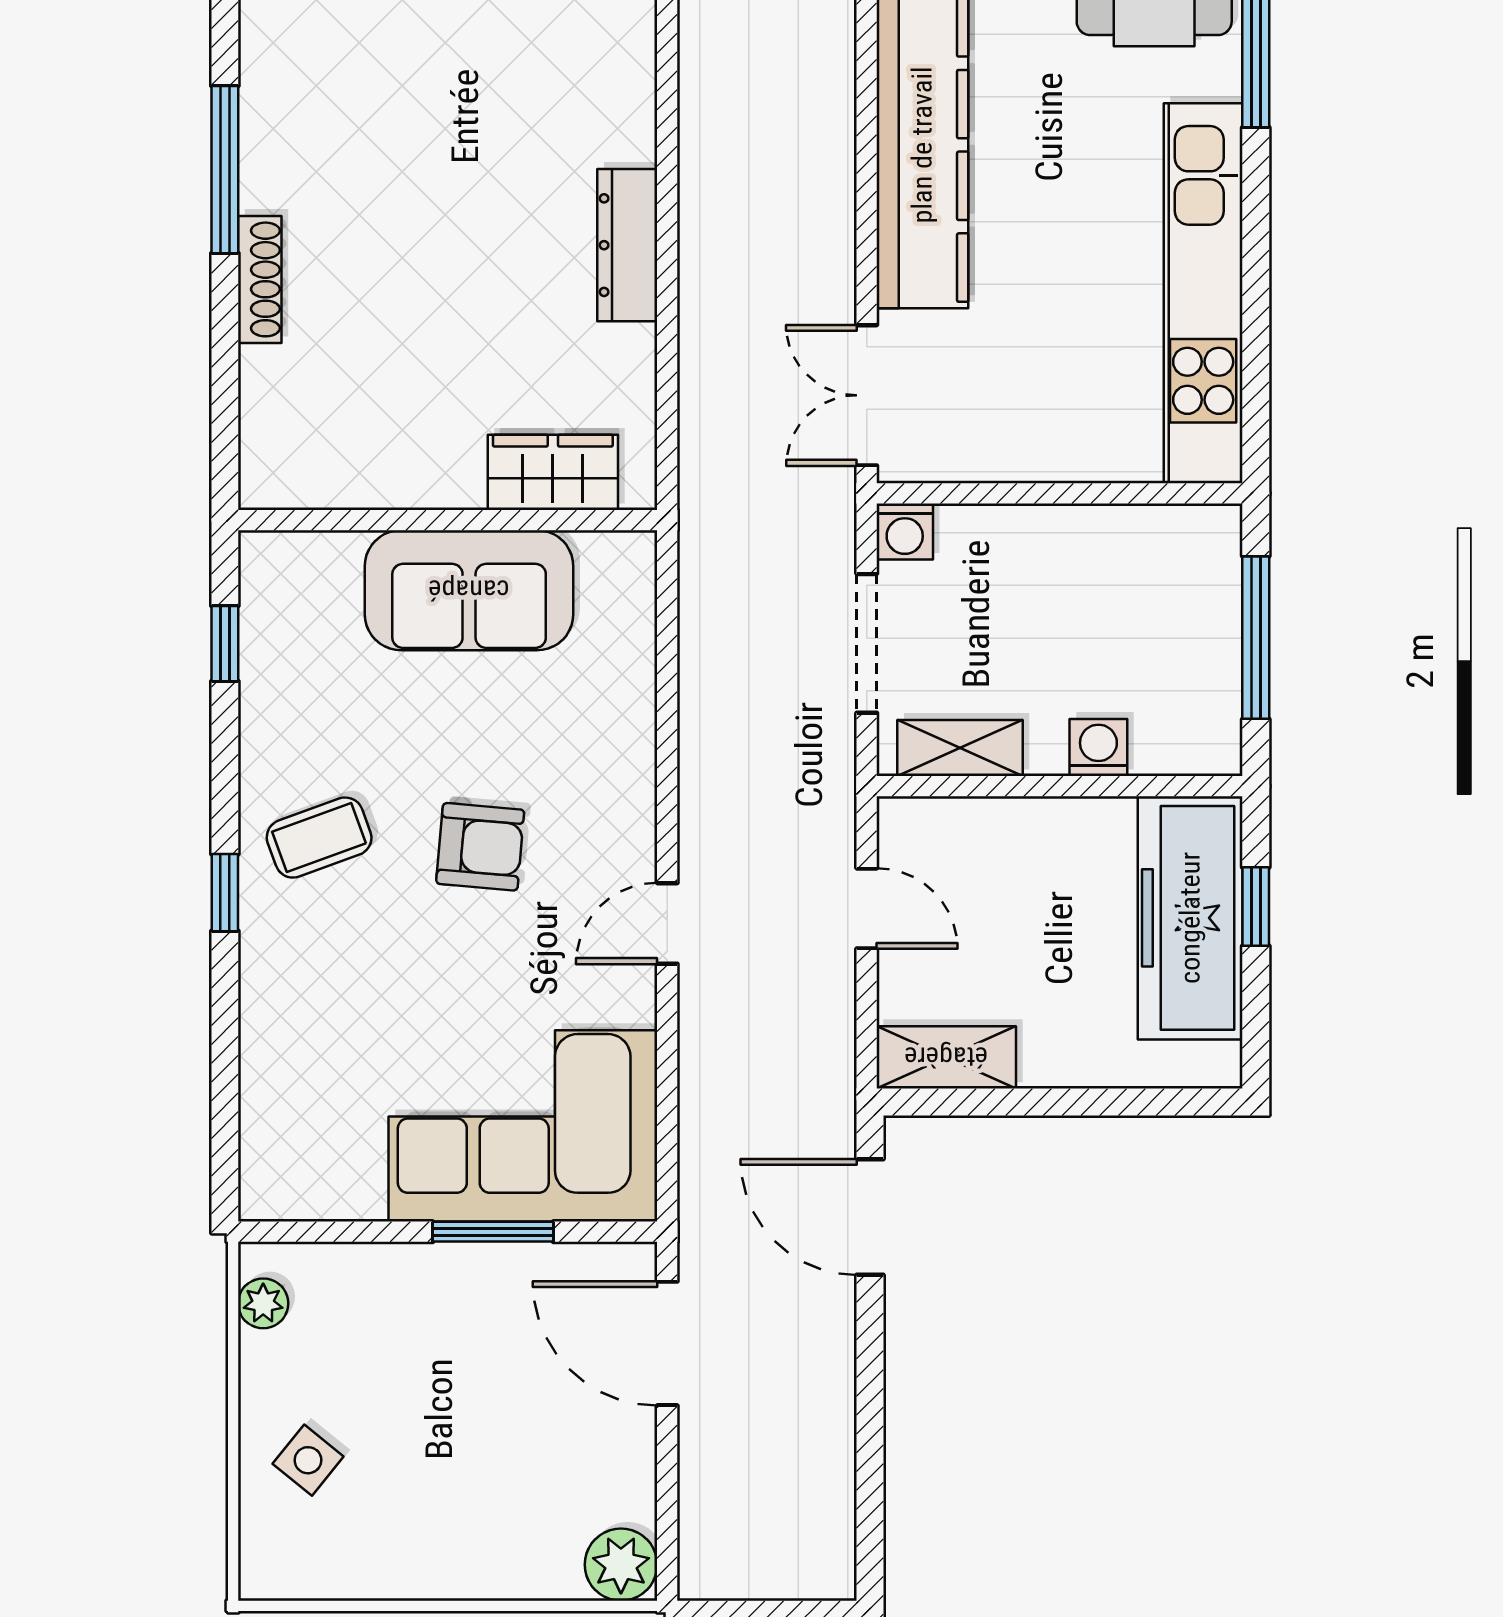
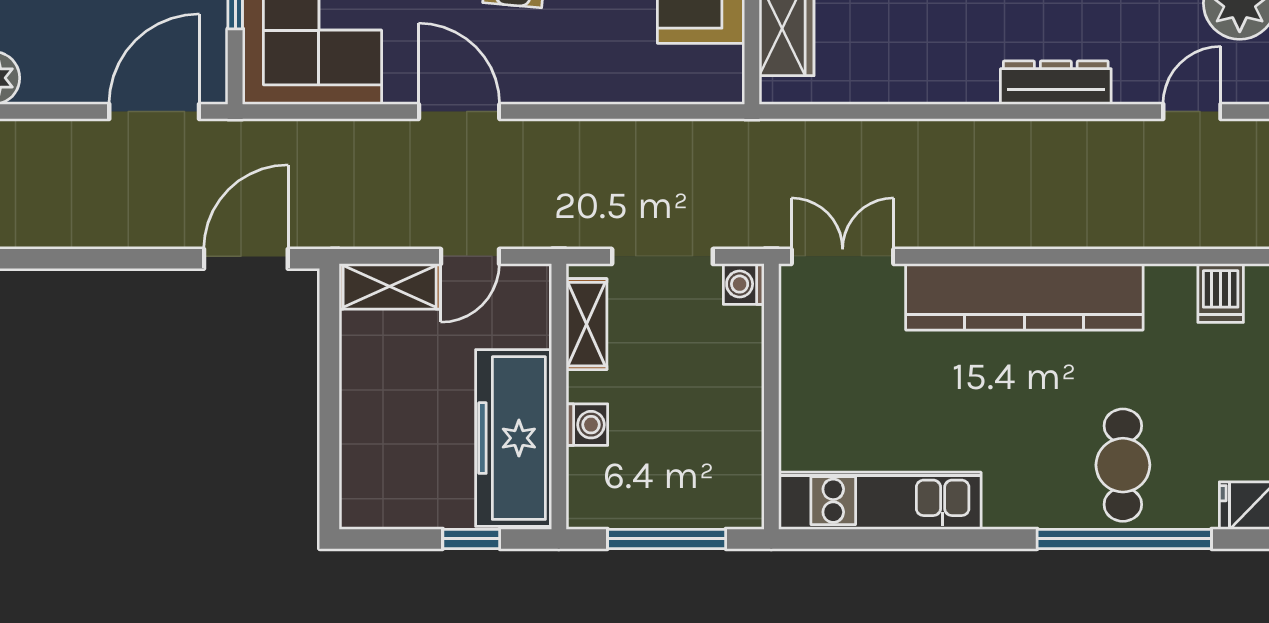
dresser: (627, 245) -> (1056, 83), moved
kitchen unit: (1203, 293) -> (880, 501), width x0.73
freezer: (1190, 918) -> (514, 438), moved, turned -90
door: (667, 923) -> (459, 112), width x1.38
shelving: (946, 1057) -> (390, 286), moved, turned 90

